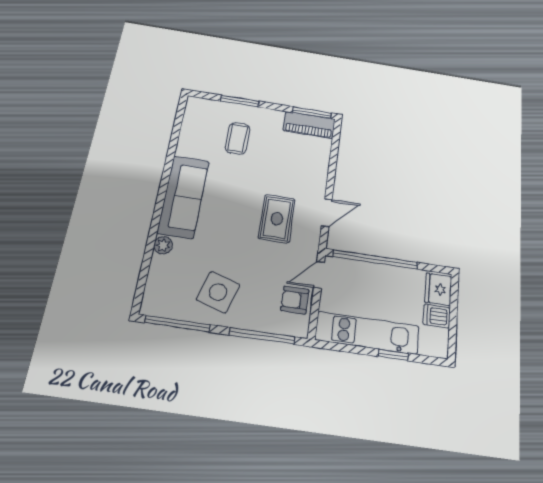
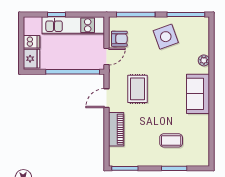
piano: (309, 125) -> (116, 129), moved, turned 90
coffee table: (238, 138) -> (171, 140), turned 90
sofa: (183, 197) -> (198, 94), width x0.73
side table: (218, 292) -> (166, 37), turned -37

